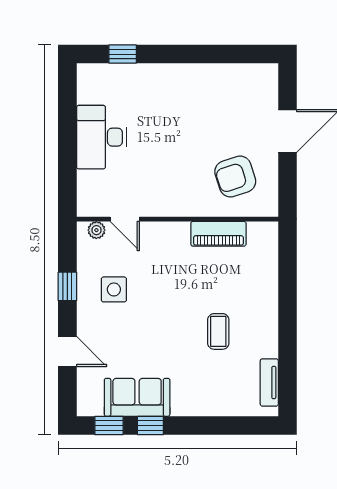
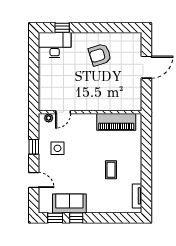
desk: (101, 137) -> (55, 45), moved, turned 90
armchair: (235, 176) -> (100, 55), moved
door: (125, 219) -> (63, 112), hinge flipped
piano: (218, 234) -> (116, 122), width x1.37, depth x1.33

